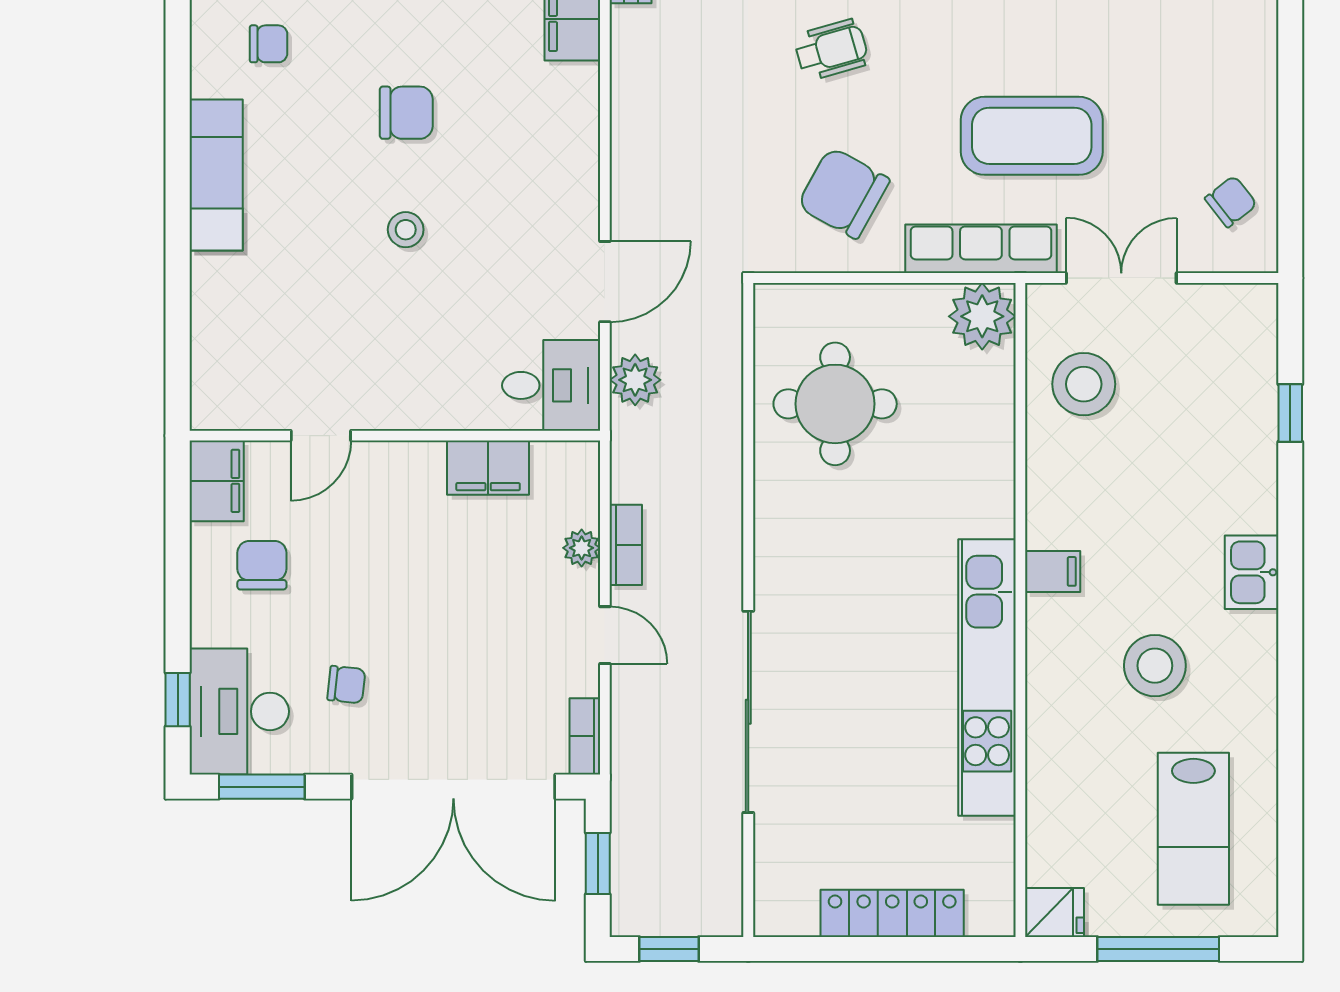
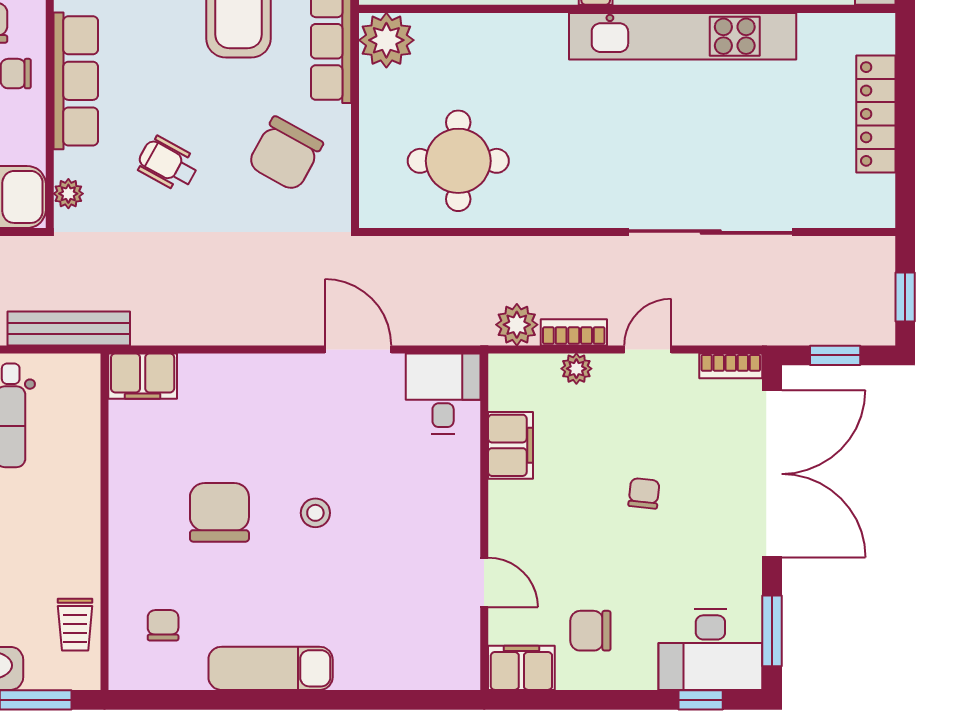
wheelchair: (831, 50) -> (168, 164), turned -45
chair: (406, 113) -> (219, 512), width x1.37, depth x1.37
plant: (635, 380) -> (517, 325), moved
chair: (346, 685) -> (644, 493), moved

